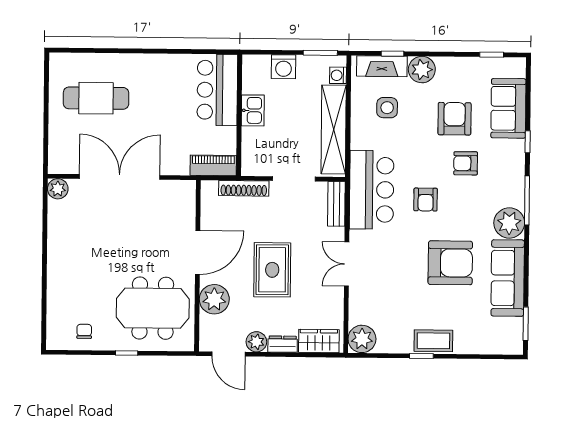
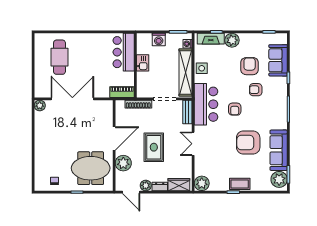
cafe table: (96, 98) -> (59, 57), turned 90
side table: (387, 108) -> (202, 68), moved
plant: (509, 223) -> (279, 179), moved
armchair: (450, 263) -> (248, 143), turned 180

